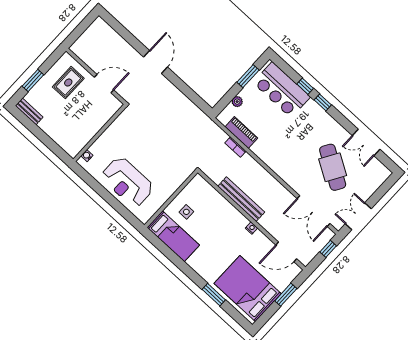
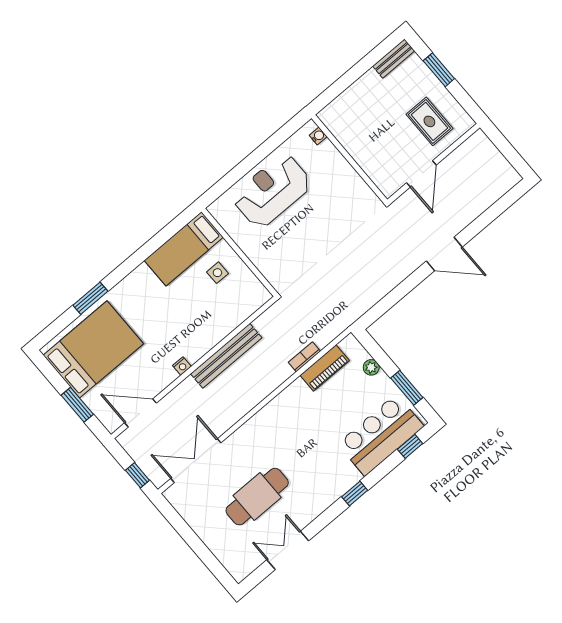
window: (305, 86) -> (410, 446), moved
cafe table: (333, 167) -> (257, 497), turned -31
double door: (358, 216) -> (180, 526), removed
door: (286, 252) -> (141, 413), hinge flipped

